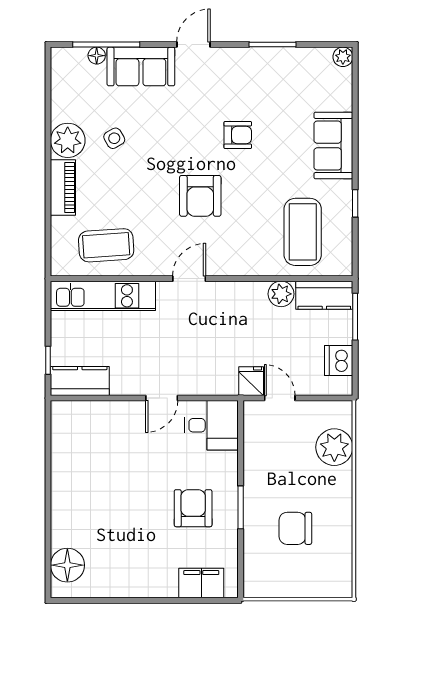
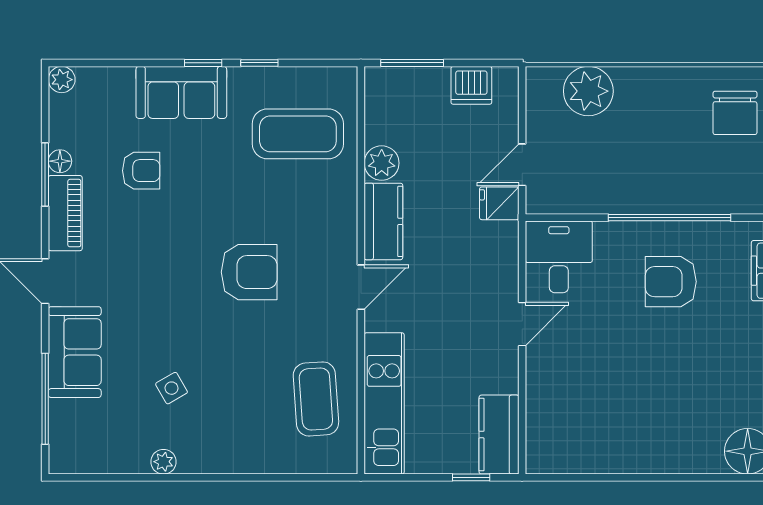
floor lamp: (97, 56) -> (60, 161), moved
armchair: (238, 135) -> (141, 171), moved, turned 90
plant: (68, 140) -> (164, 462), width x0.53, depth x0.53
window: (355, 162) -> (203, 63), added
piano: (63, 187) -> (65, 213), moved, turned 90
door: (189, 279) -> (361, 287), swing flipped
kitchen counter: (324, 295) -> (383, 221), moved
door: (162, 398) -> (522, 324), hinge flipped
window: (241, 507) -> (670, 218), width x2.11
chair: (295, 528) -> (735, 113), moved

